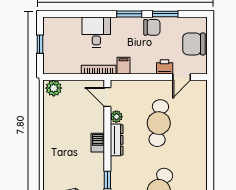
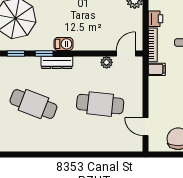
printer: (165, 67) -> (156, 19), moved
dresser: (117, 140) -> (57, 63), moved
barbecue: (98, 143) -> (63, 44), moved

